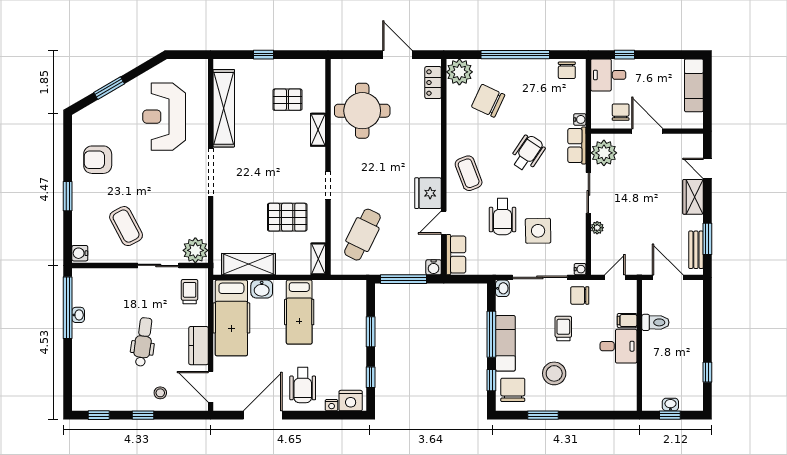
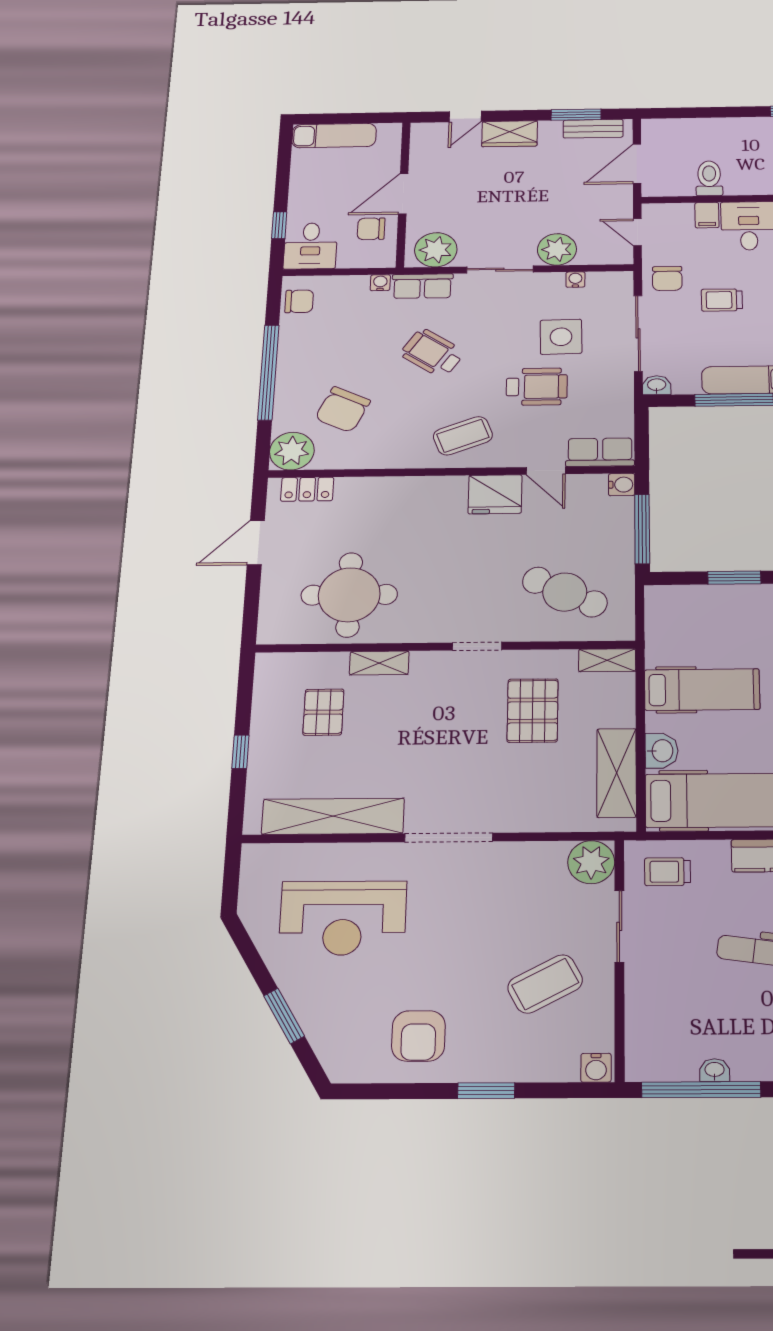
plant: (597, 228) -> (557, 249), width x1.88, depth x1.88
water cooler: (580, 269) -> (575, 280), moved

